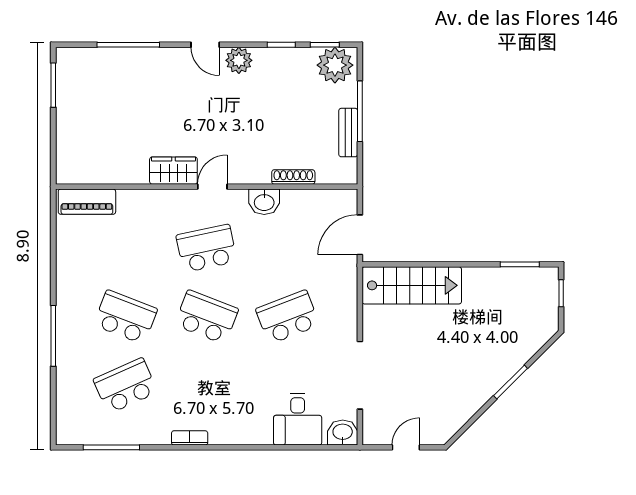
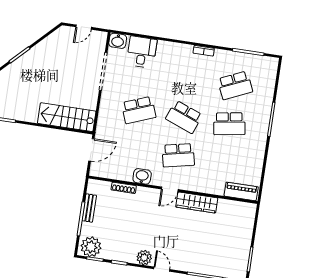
wardrobe: (173, 171) -> (197, 203), width x1.50
school desk: (125, 317) -> (229, 124), turned -30

